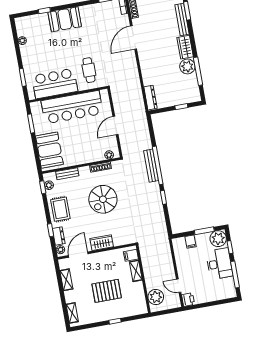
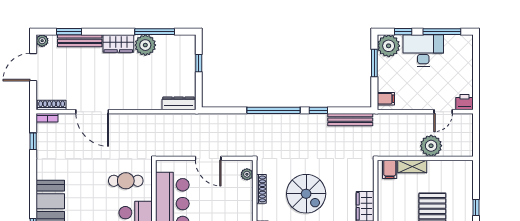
bench: (151, 166) -> (350, 120), moved
filing cabinet: (191, 242) -> (386, 99), moved
plant: (156, 297) -> (431, 146), moved

